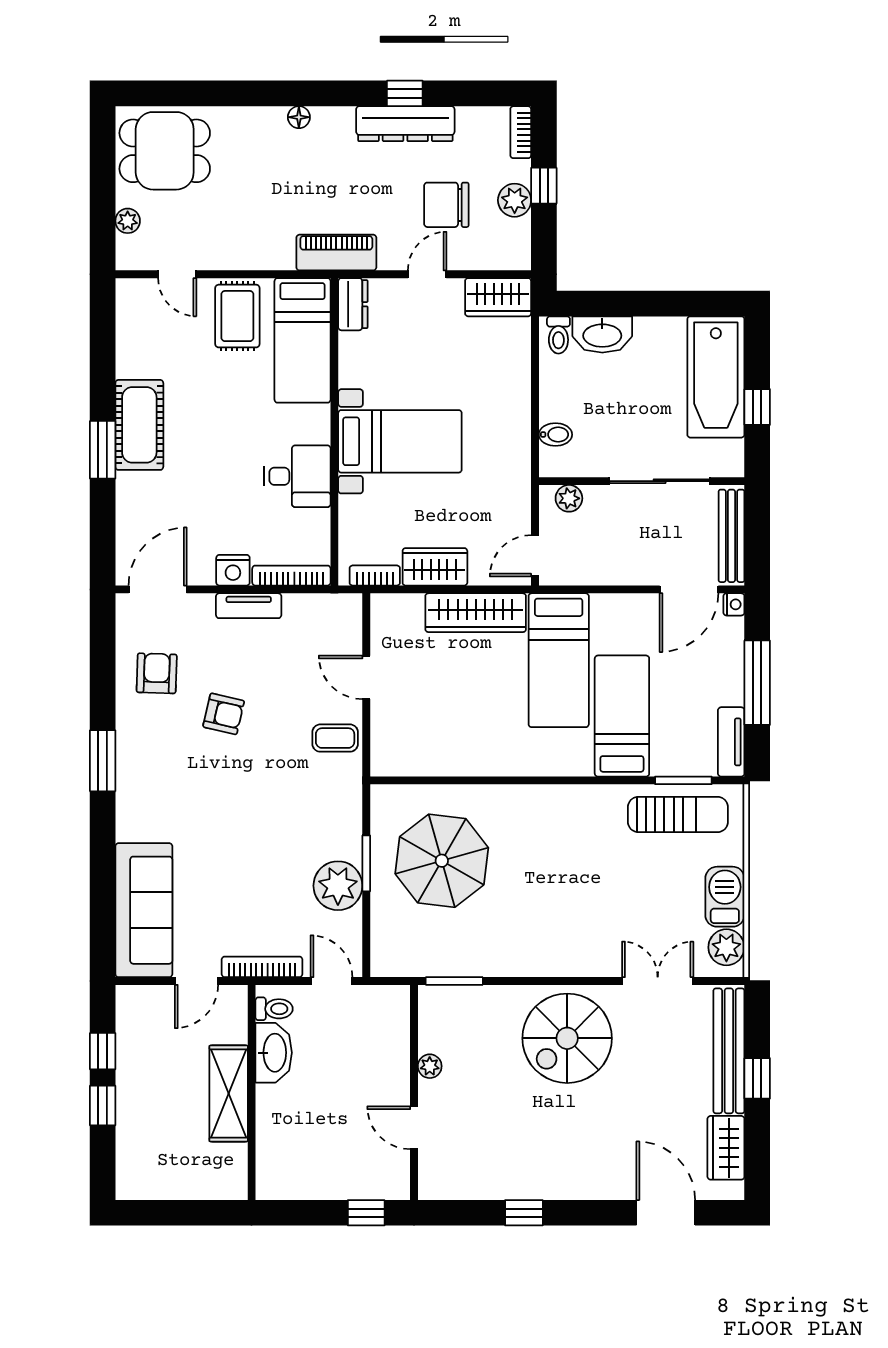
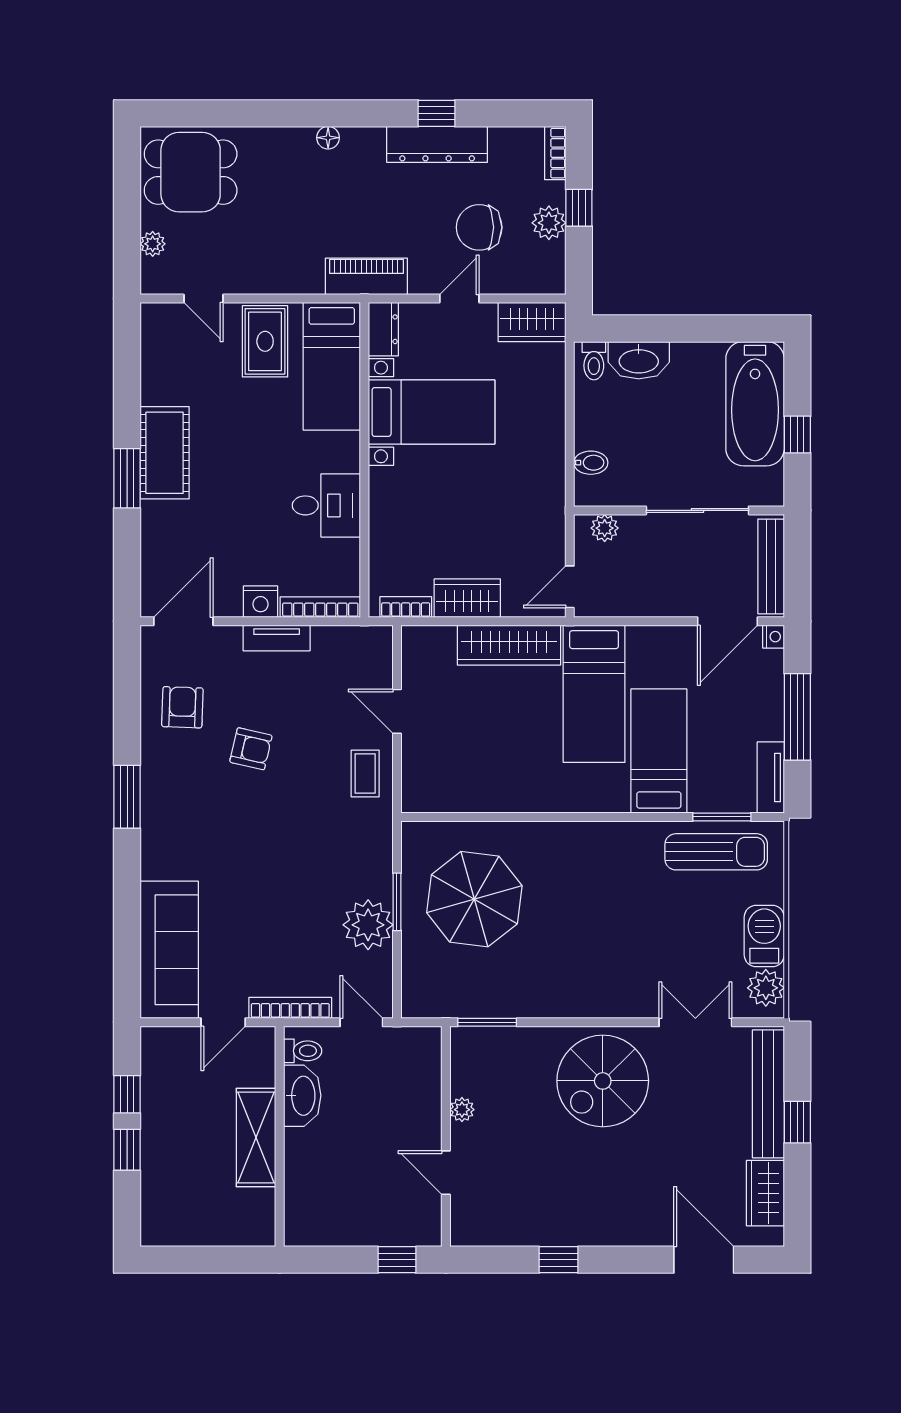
bed with nightstands: (400, 441) -> (432, 412), moved
coffee table: (335, 738) -> (365, 773), turned 90

